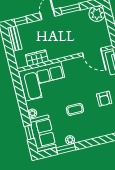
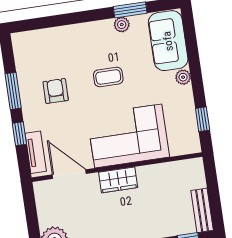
wardrobe: (37, 58) -> (118, 180), moved
corner sofa: (43, 81) -> (128, 136), moved
window: (29, 132) -> (203, 119), moved

